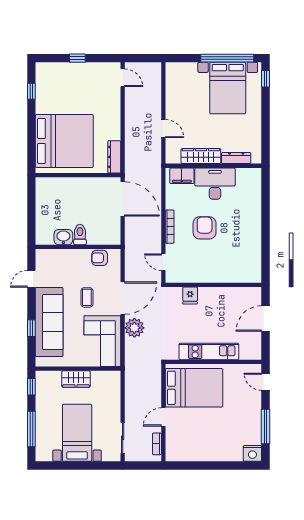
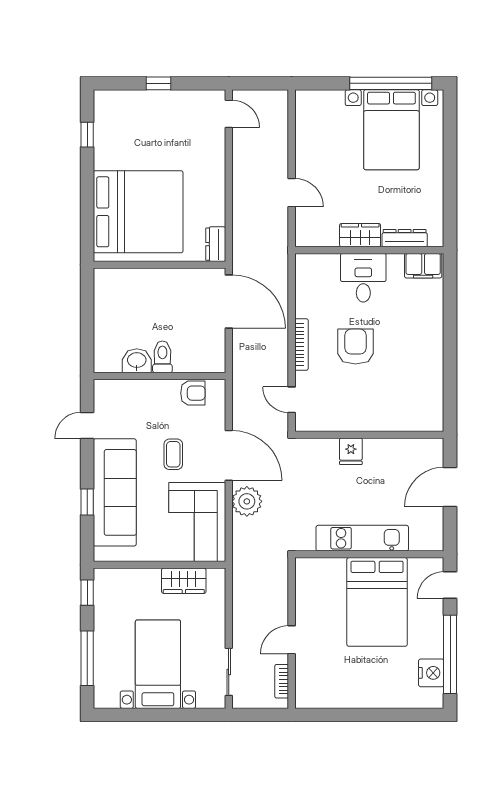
window: (265, 79) -> (450, 115), removed
wardrobe: (201, 156) -> (360, 235), width x0.67
dresser: (114, 157) -> (216, 244), width x0.70
filing cabinet: (182, 176) -> (423, 266), moved
desk: (215, 184) -> (363, 278), width x0.73
armchair: (100, 258) -> (193, 393), turned 180
fridge: (190, 295) -> (351, 451), moved
door: (123, 298) -> (229, 455), hinge flipped
wardrobe: (76, 379) -> (184, 581), moved
door: (265, 382) -> (450, 585), hinge flipped
bed: (194, 388) -> (377, 602), moved, turned 90
window: (265, 426) -> (450, 654), width x1.46
nightstand: (252, 453) -> (431, 673), moved, turned -90

